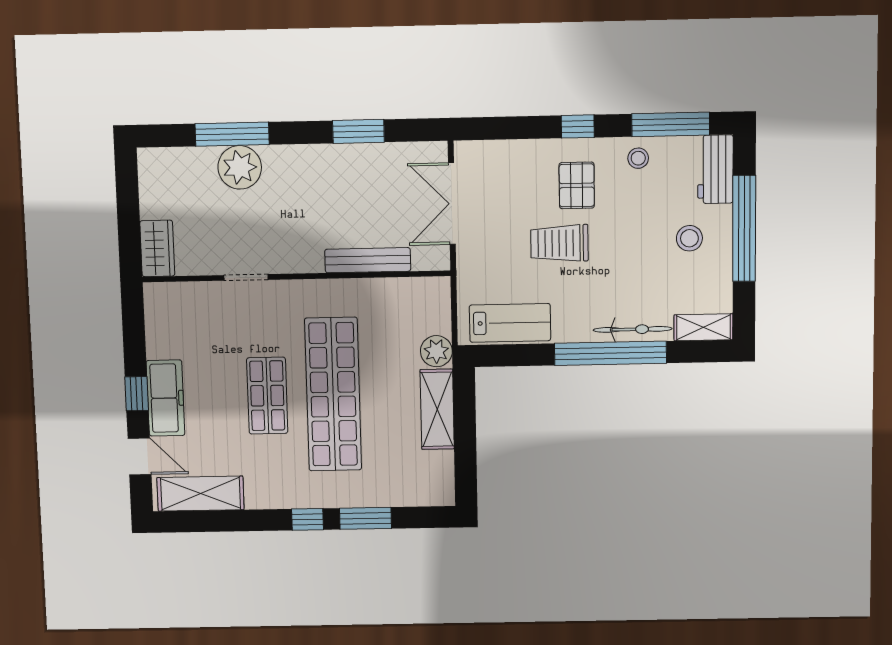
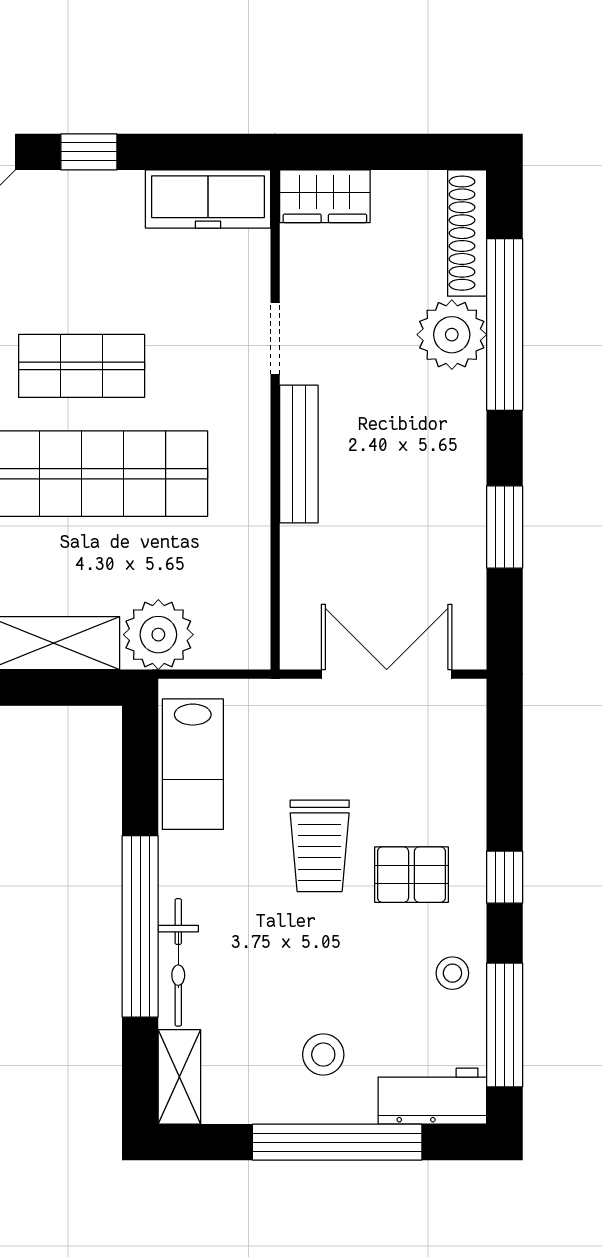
window: (232, 134) -> (505, 324), width x1.46
shoe rack: (176, 159) -> (467, 233), added
trolley: (559, 243) -> (320, 846), turned 180
bench: (368, 260) -> (299, 454), moved
plant: (436, 351) -> (158, 635), width x1.36, depth x1.36
freezer: (166, 398) -> (208, 199), moved

